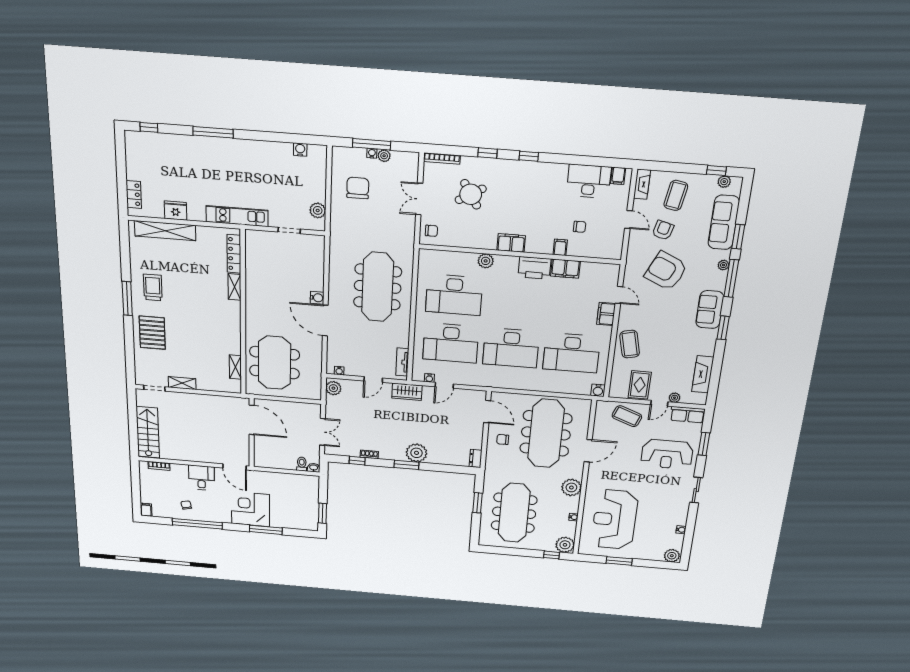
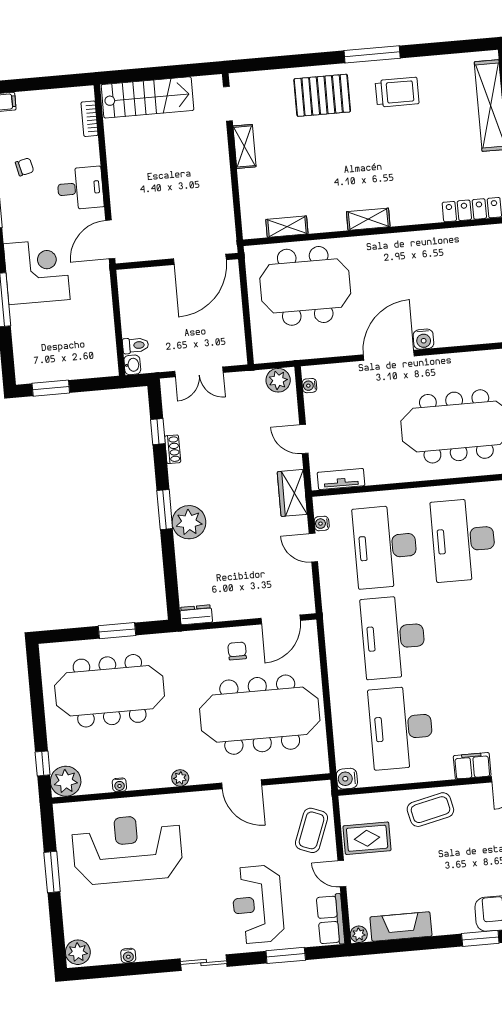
shelving: (235, 287) -> (368, 219), moved
plant: (675, 398) -> (359, 934), moved
plant: (571, 487) -> (180, 778), width x0.53, depth x0.53

